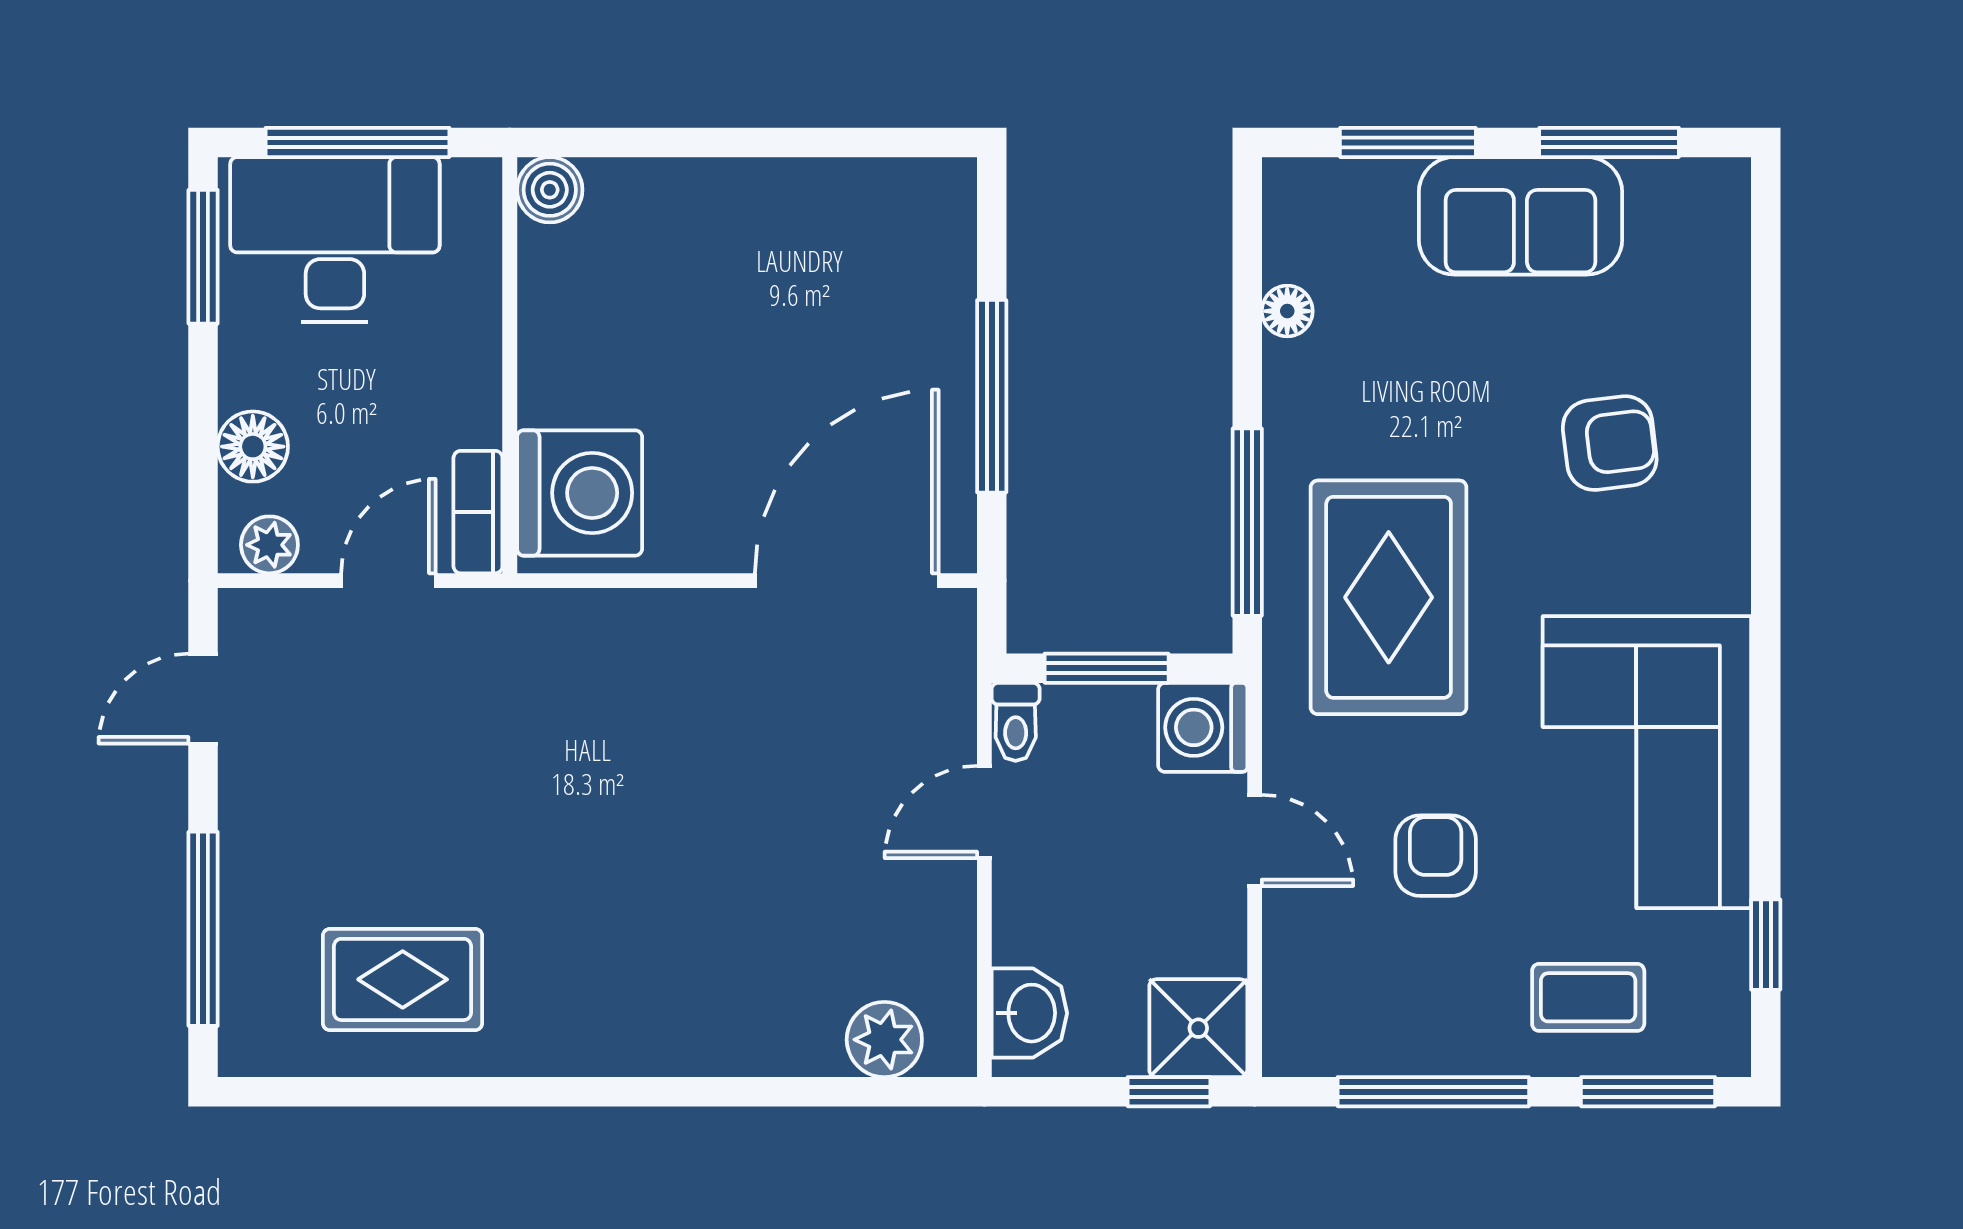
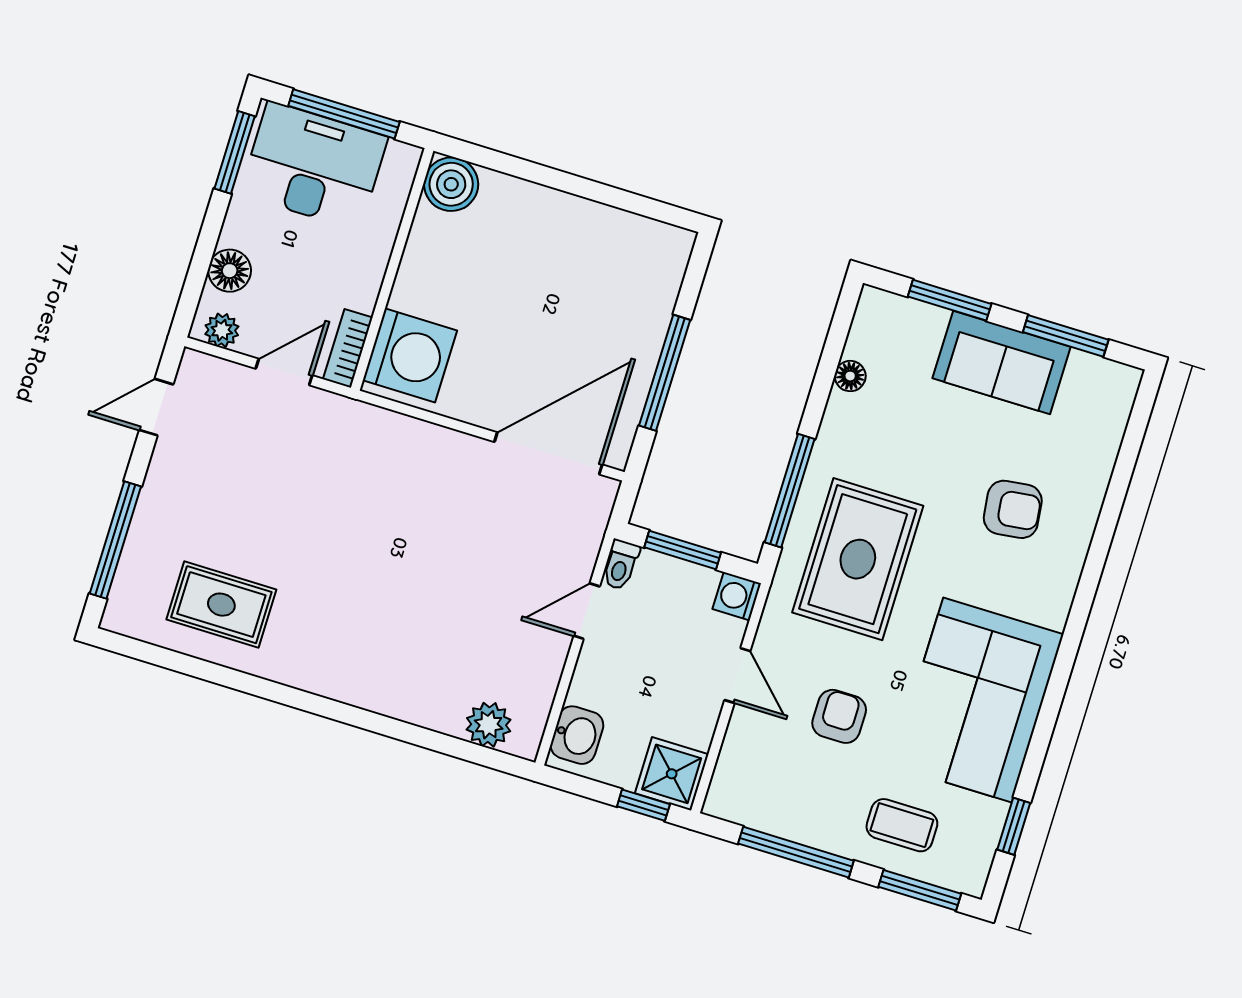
boiler: (550, 190) -> (451, 184), width x1.36, depth x1.36
washing machine: (1203, 727) -> (737, 596), width x0.73, depth x0.73

